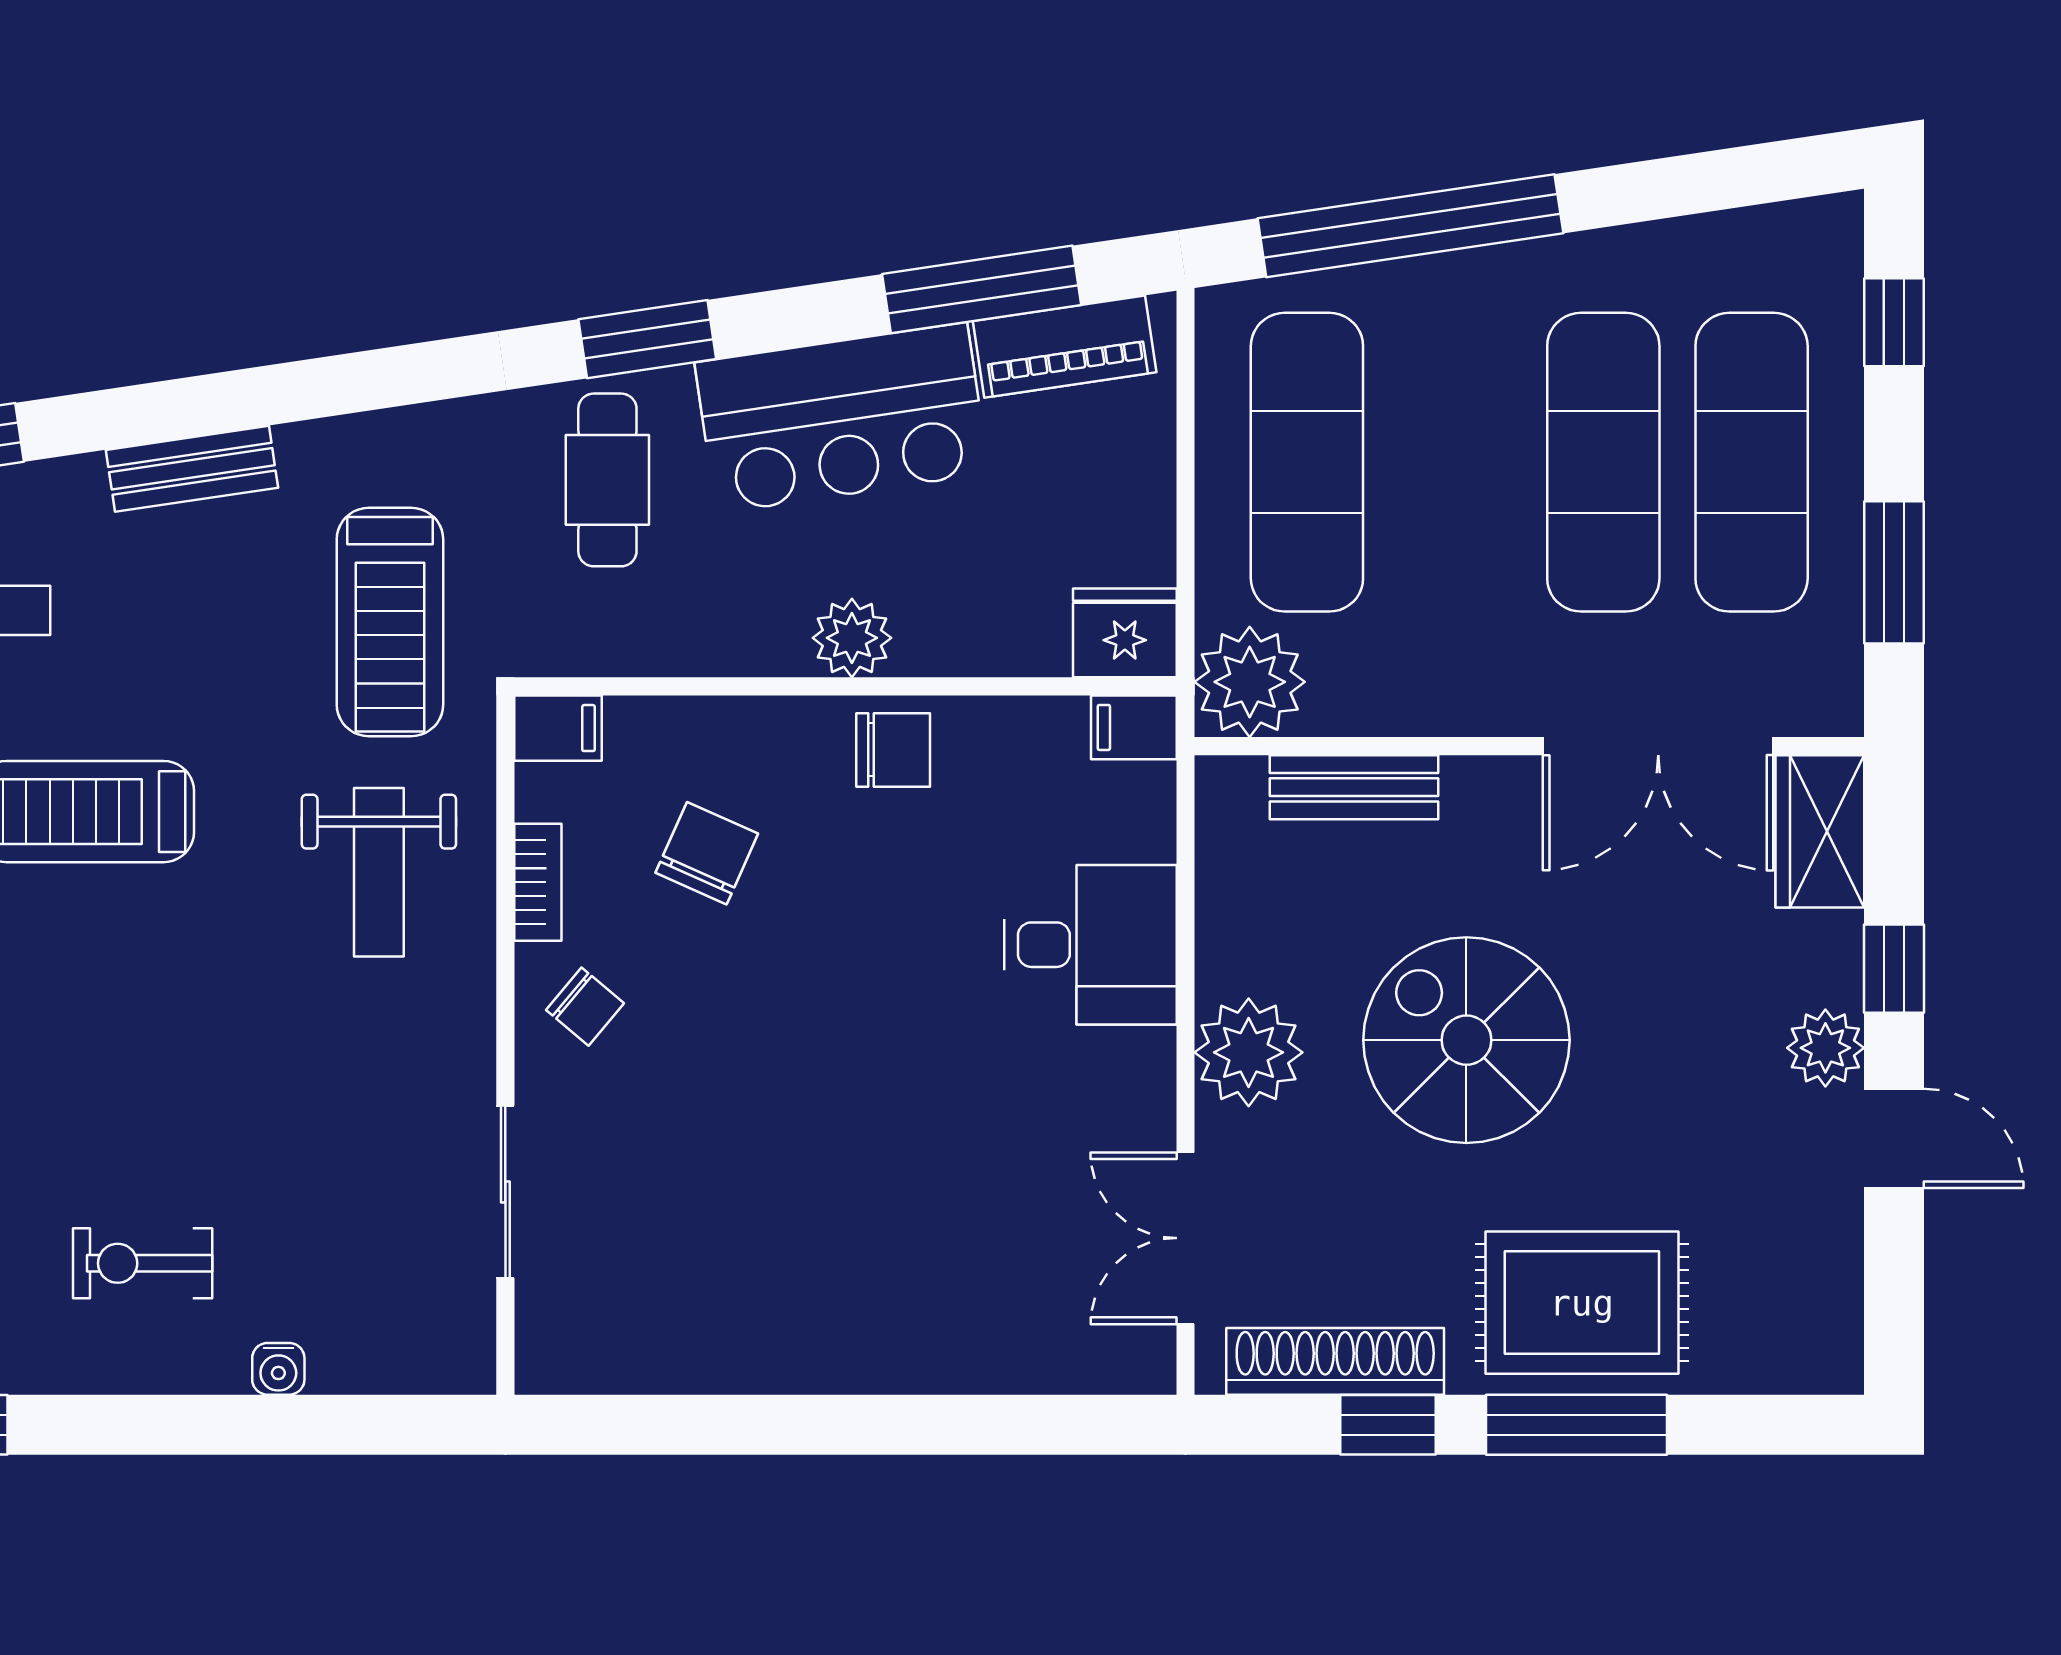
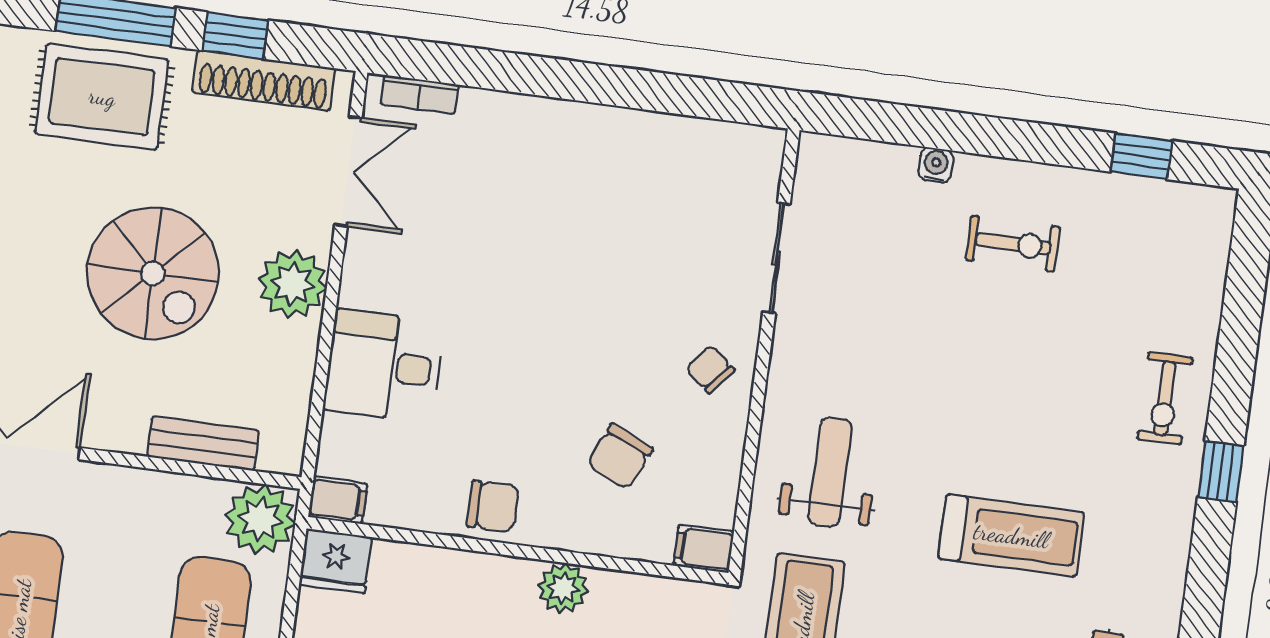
plant: (852, 638) -> (563, 588), moved
chair: (893, 750) -> (493, 506), turned 180
bookcase: (538, 882) -> (420, 95), moved, turned -90

